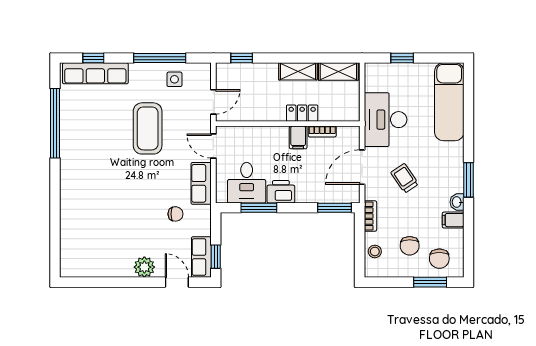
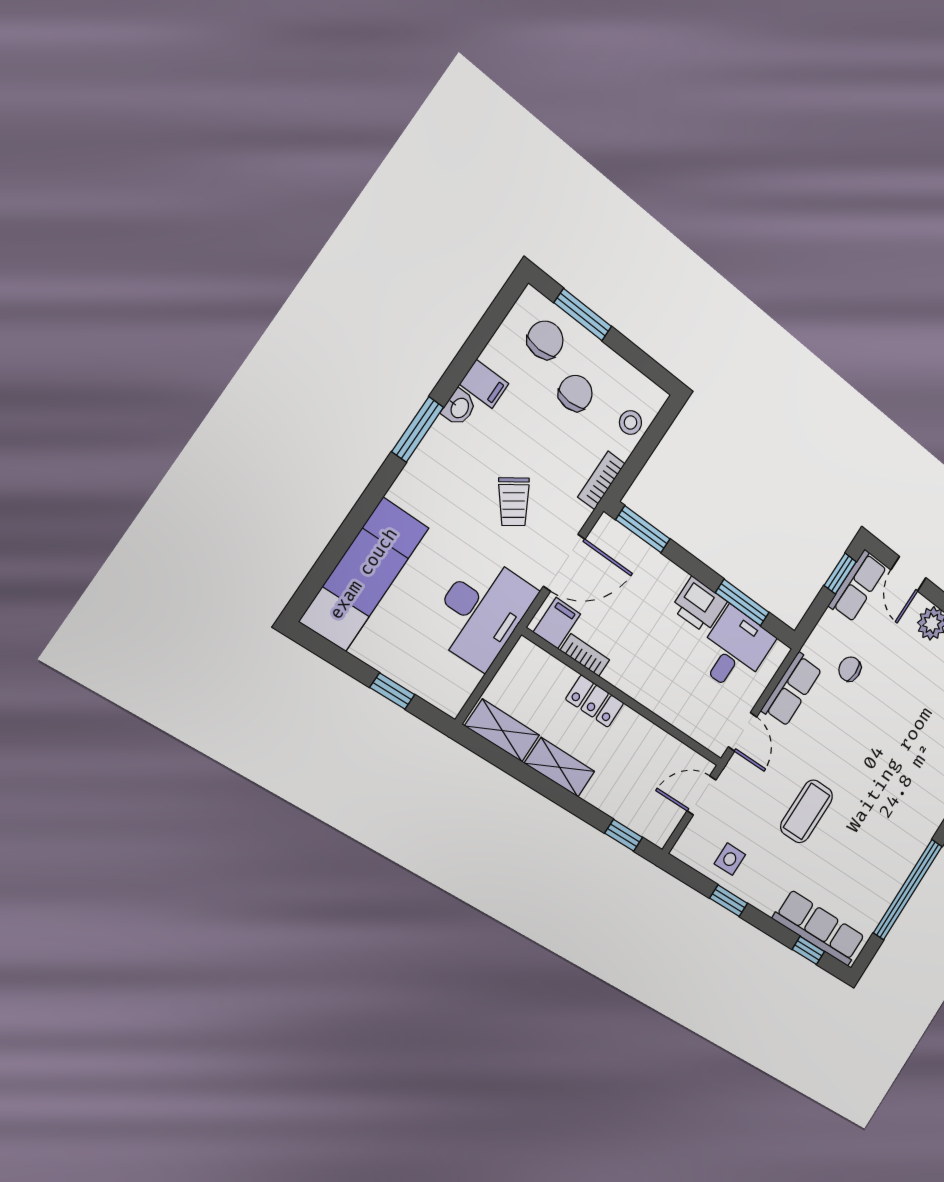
window: (160, 58) -> (729, 901), width x0.46
coffee table: (148, 128) -> (807, 811), width x0.73, depth x0.76
filing cabinet: (298, 137) -> (557, 623), moved

